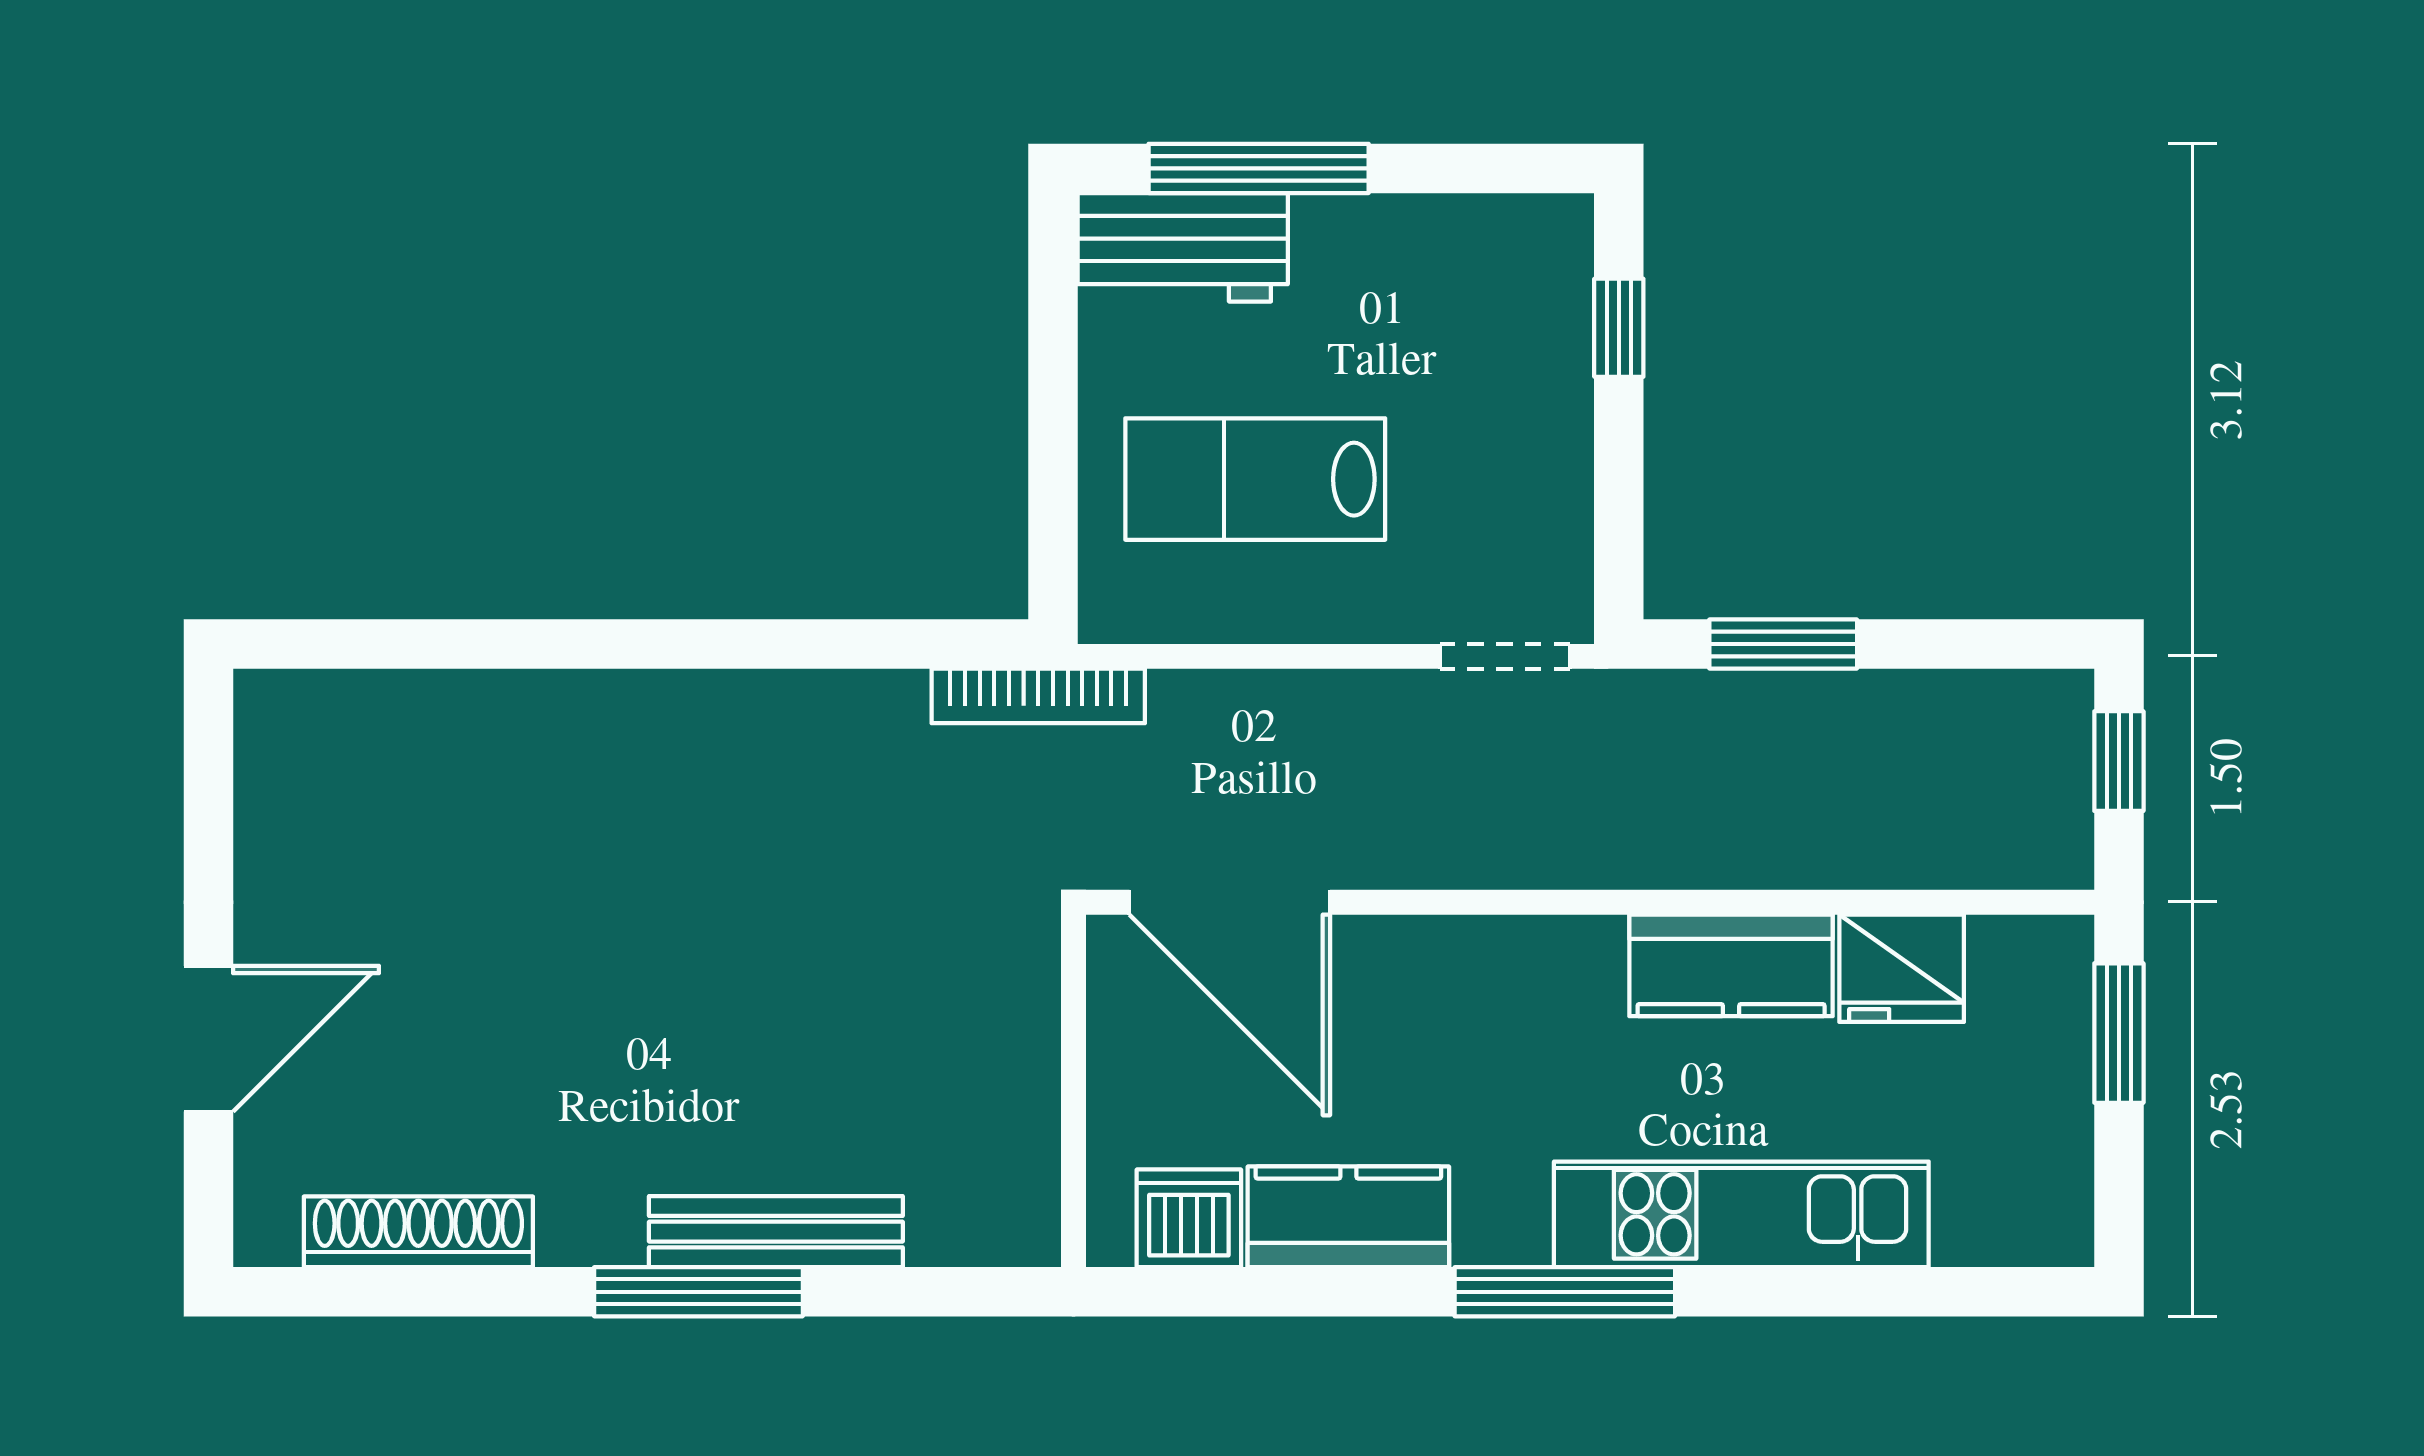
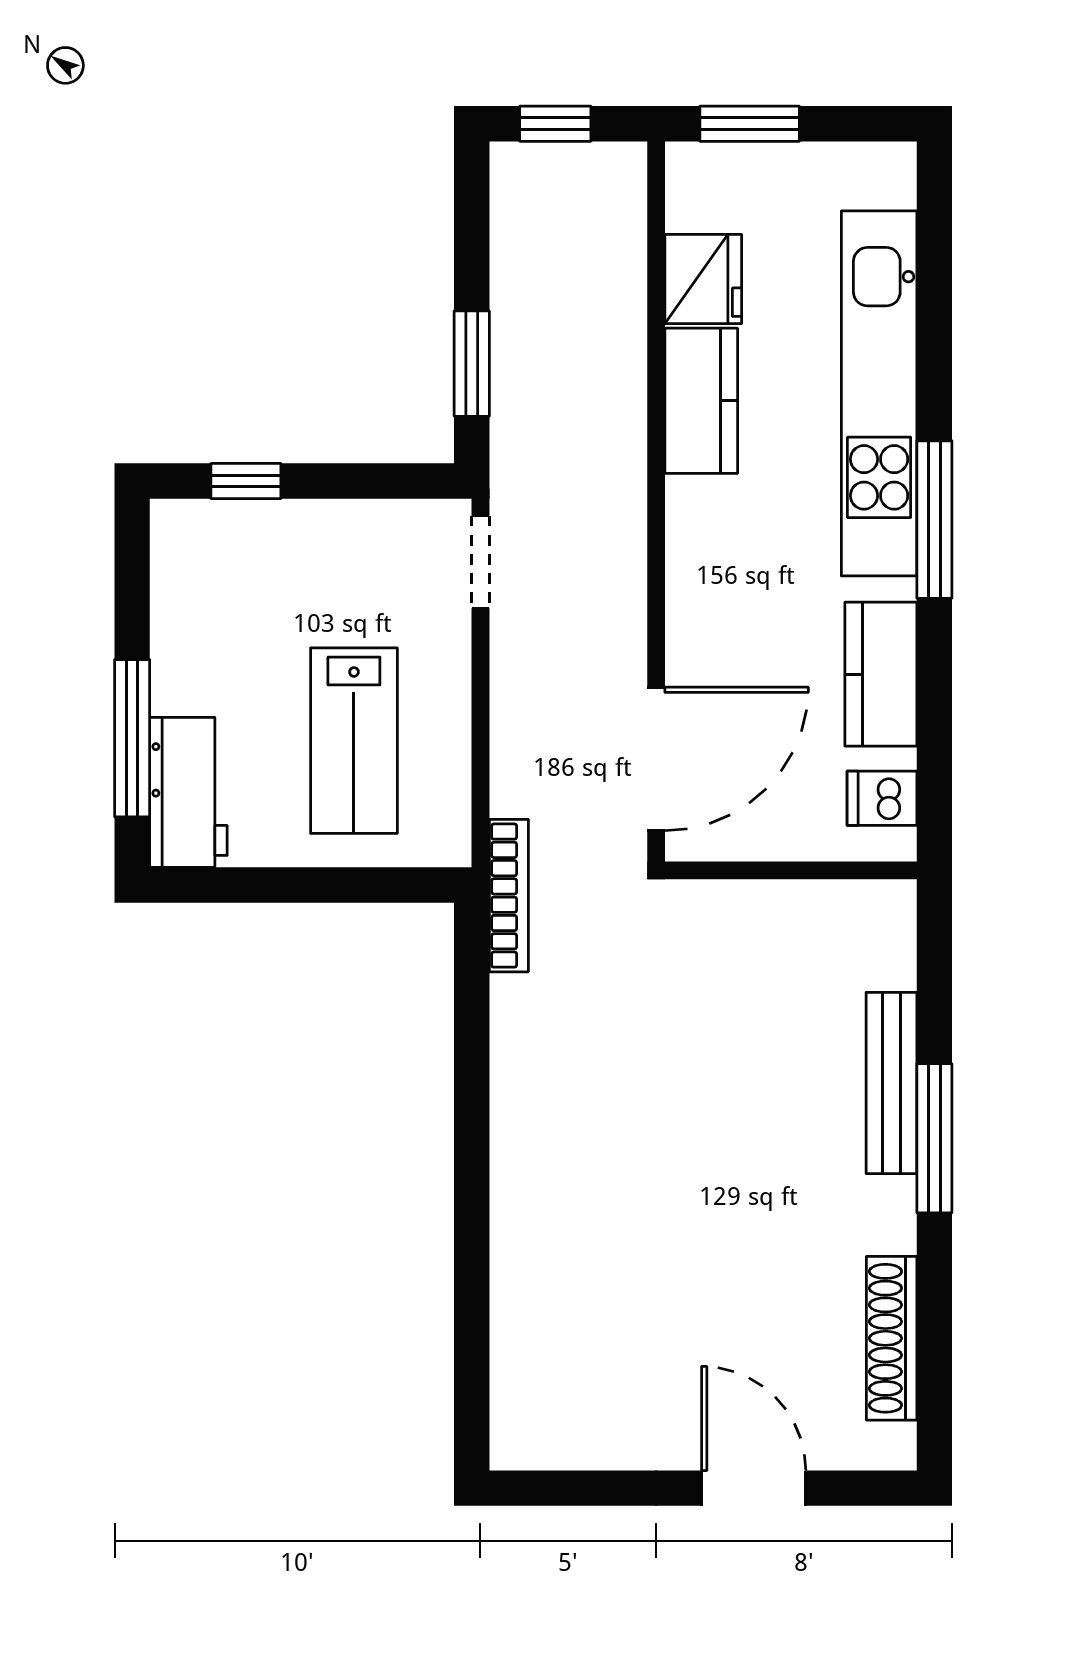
kitchen unit: (1741, 1214) -> (879, 393), width x1.36
dishwasher: (1189, 1218) -> (882, 798), width x0.73

